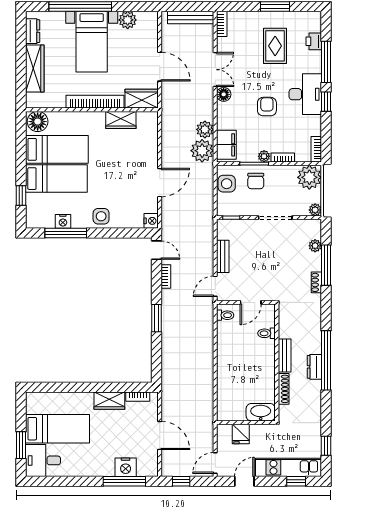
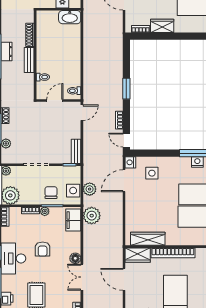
wardrobe: (121, 120) -> (148, 239), width x1.50
plant: (205, 129) -> (90, 189), moved
door: (160, 183) -> (124, 181), moved
side table: (101, 216) -> (152, 173), moved
bench: (223, 256) -> (76, 151), moved
washbasin: (261, 412) -> (70, 17), moved

